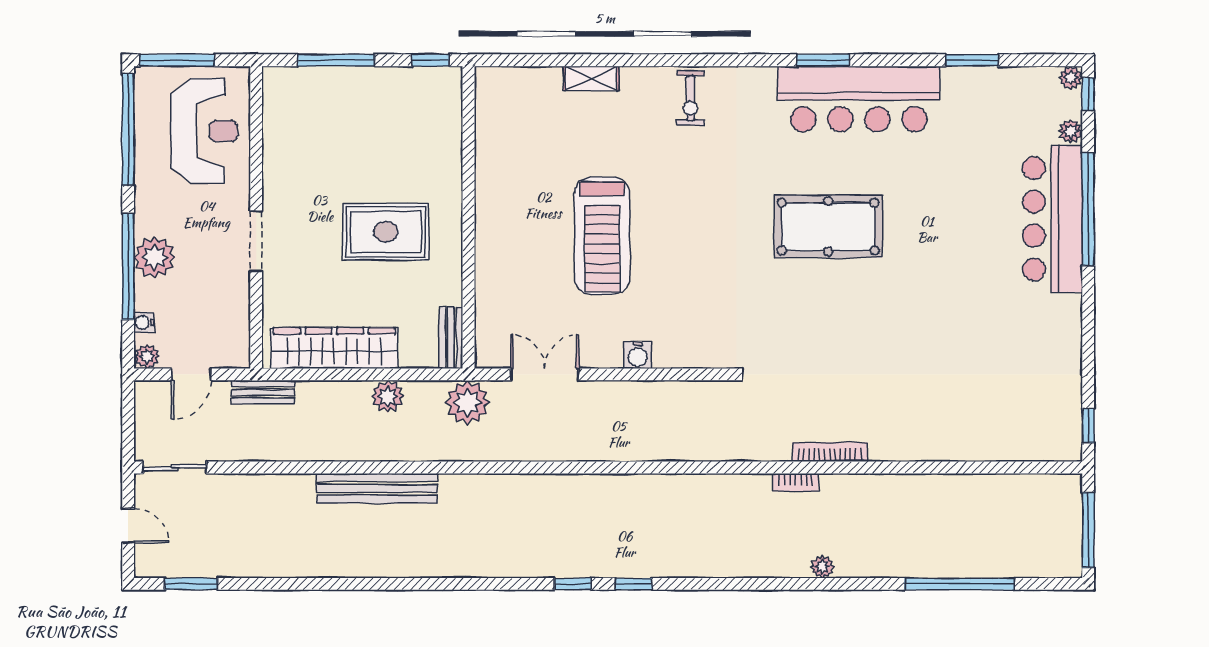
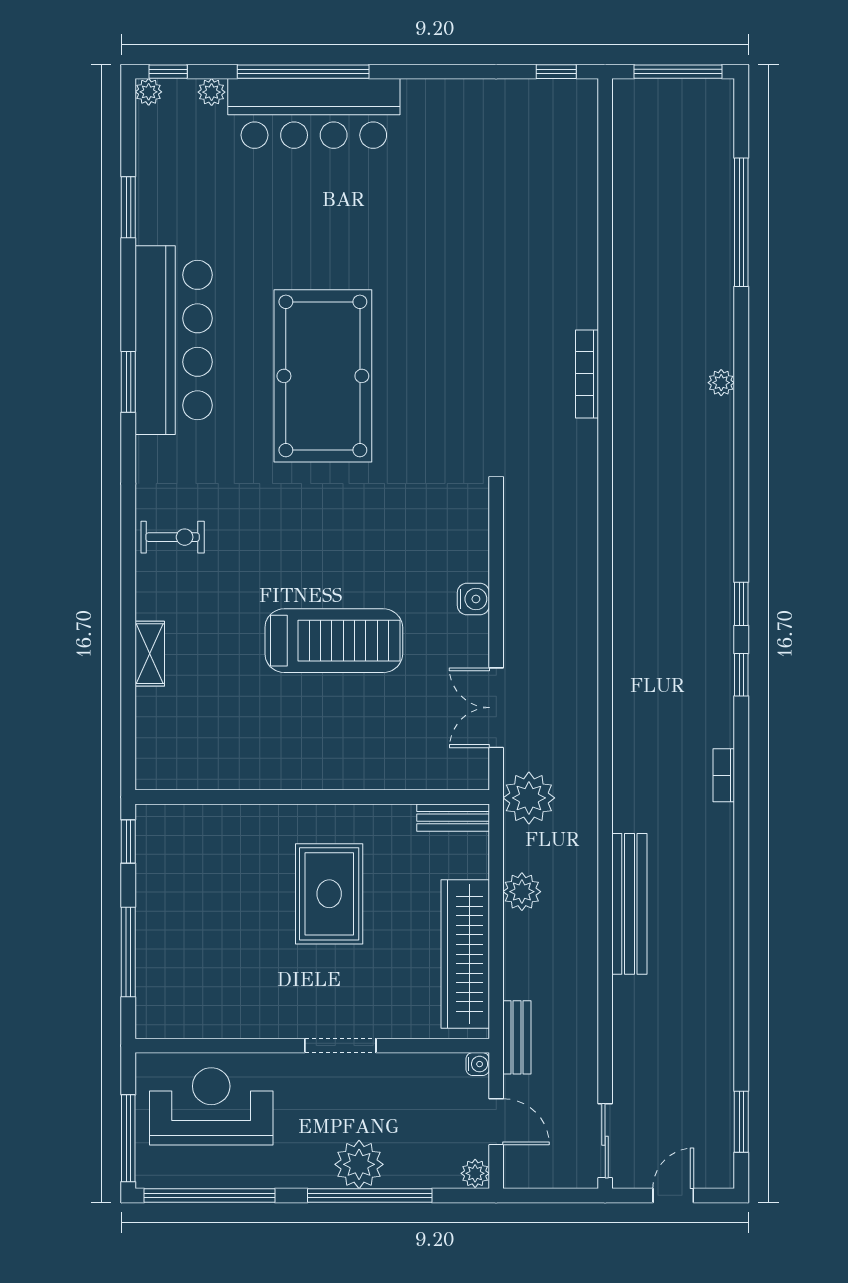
pool table: (828, 226) -> (323, 376), width x1.36, depth x1.32
water cooler: (144, 322) -> (478, 1064), moved, turned -90
bookcase: (795, 482) -> (724, 775), moved, turned 180

